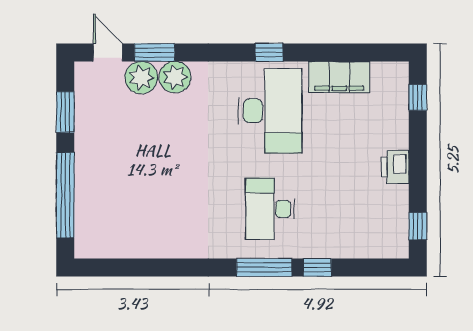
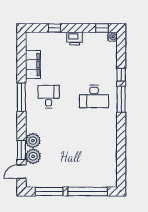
window: (269, 52) -> (21, 97), width x2.17
window: (418, 97) -> (54, 28), moved
desk: (270, 111) -> (49, 97), width x0.53, depth x0.77
window: (65, 112) -> (49, 191), width x1.44
water cooler: (399, 249) -> (112, 37), added

